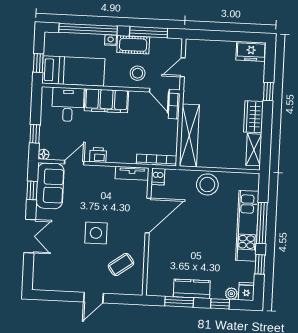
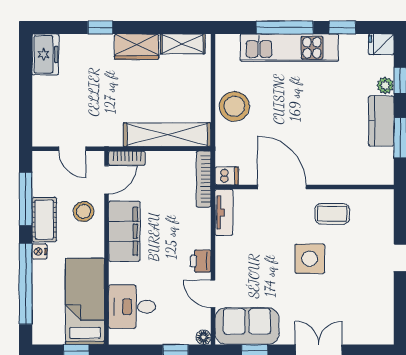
filing cabinet: (106, 101) -> (124, 231), moved
coffee table: (121, 265) -> (332, 214), moved, turned -54
plant: (231, 294) -> (385, 85), moved

